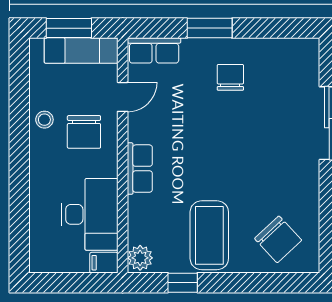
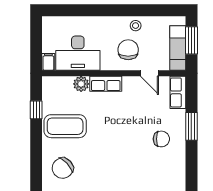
chair: (84, 132) -> (128, 50), turned 90
plant: (140, 258) -> (81, 84), moved

